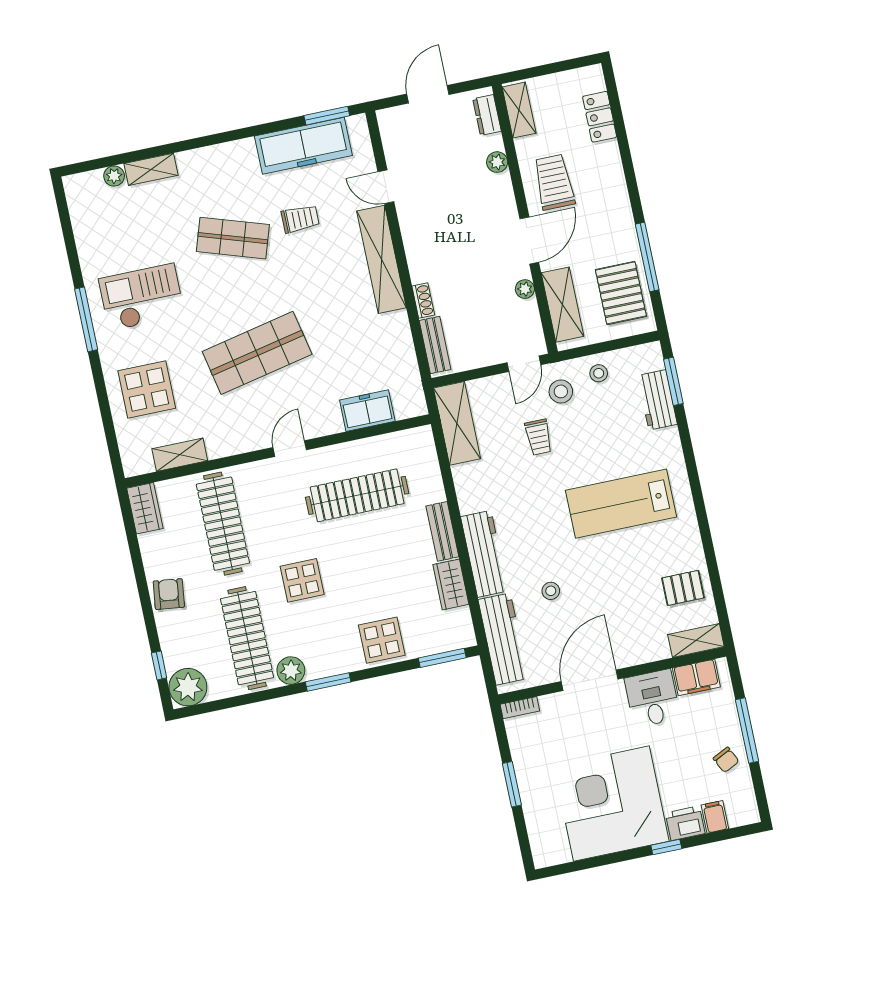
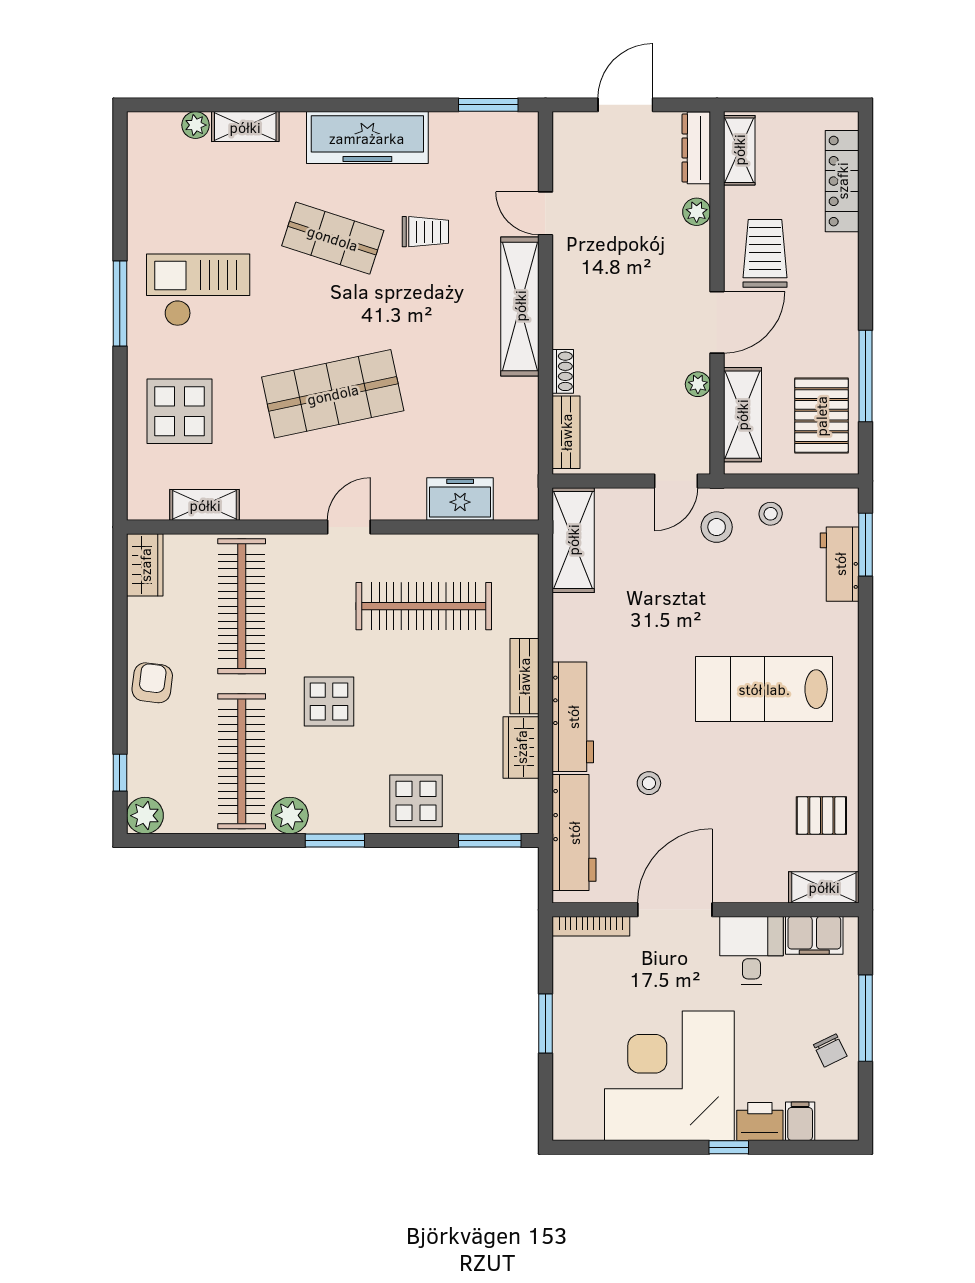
dresser: (487, 115) -> (696, 148), width x1.44
locker: (600, 117) -> (842, 181), width x1.53
freezer: (303, 146) -> (367, 138), moved
trolley: (539, 437) -> (675, 580), removed
plant: (188, 687) -> (145, 816), width x0.73, depth x0.73
bookcase: (520, 708) -> (591, 926), width x1.56

